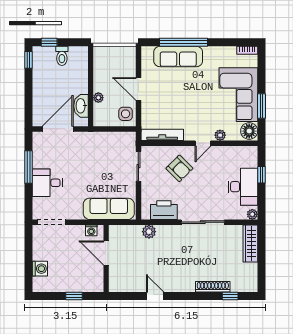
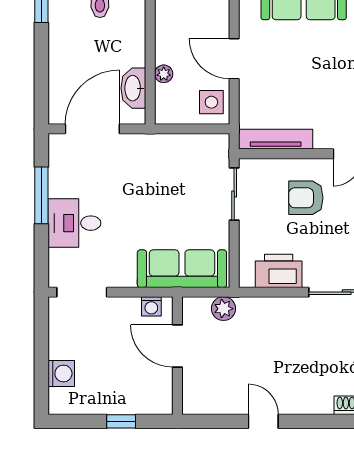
armchair: (179, 168) -> (306, 198), turned 135
plant: (149, 232) -> (224, 309), moved

